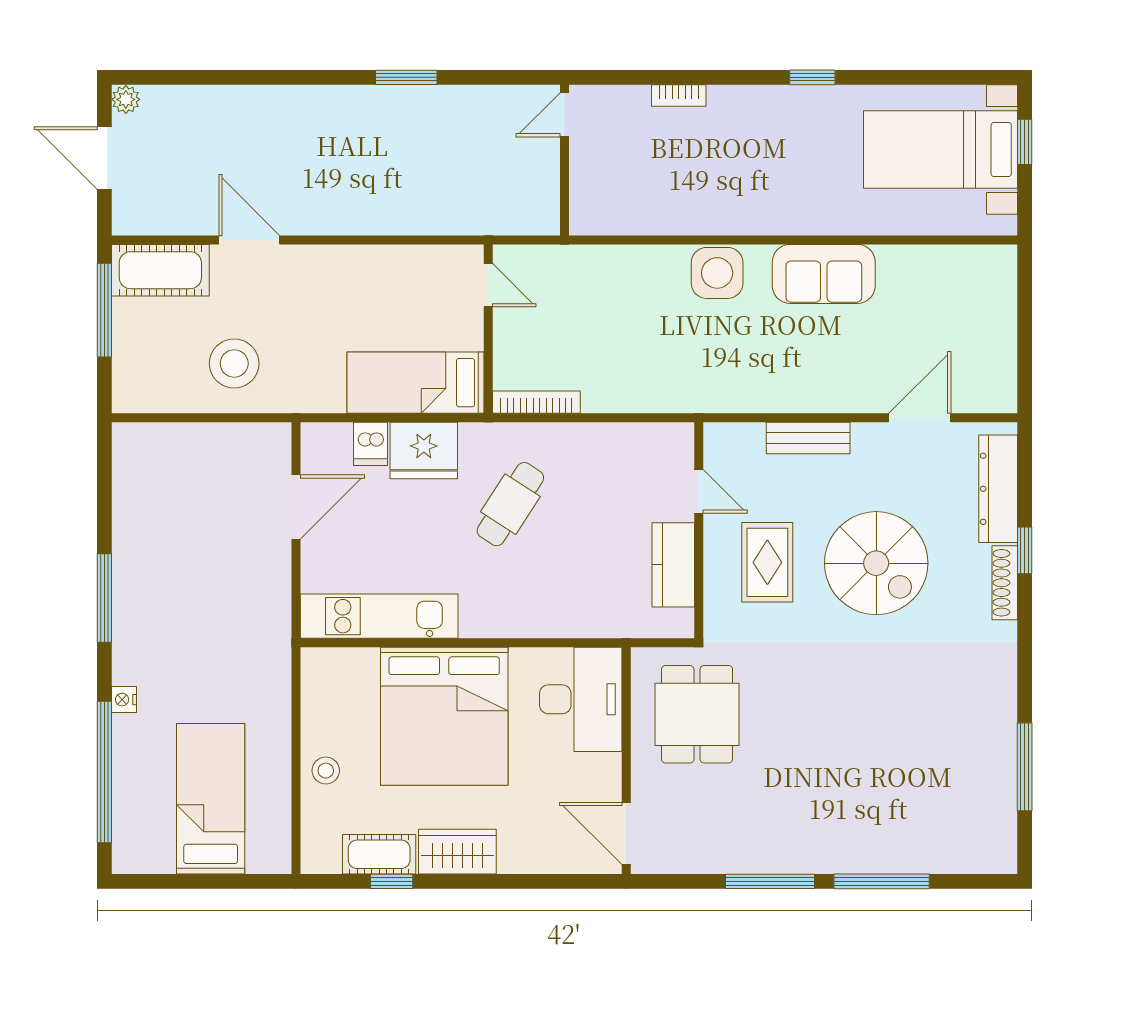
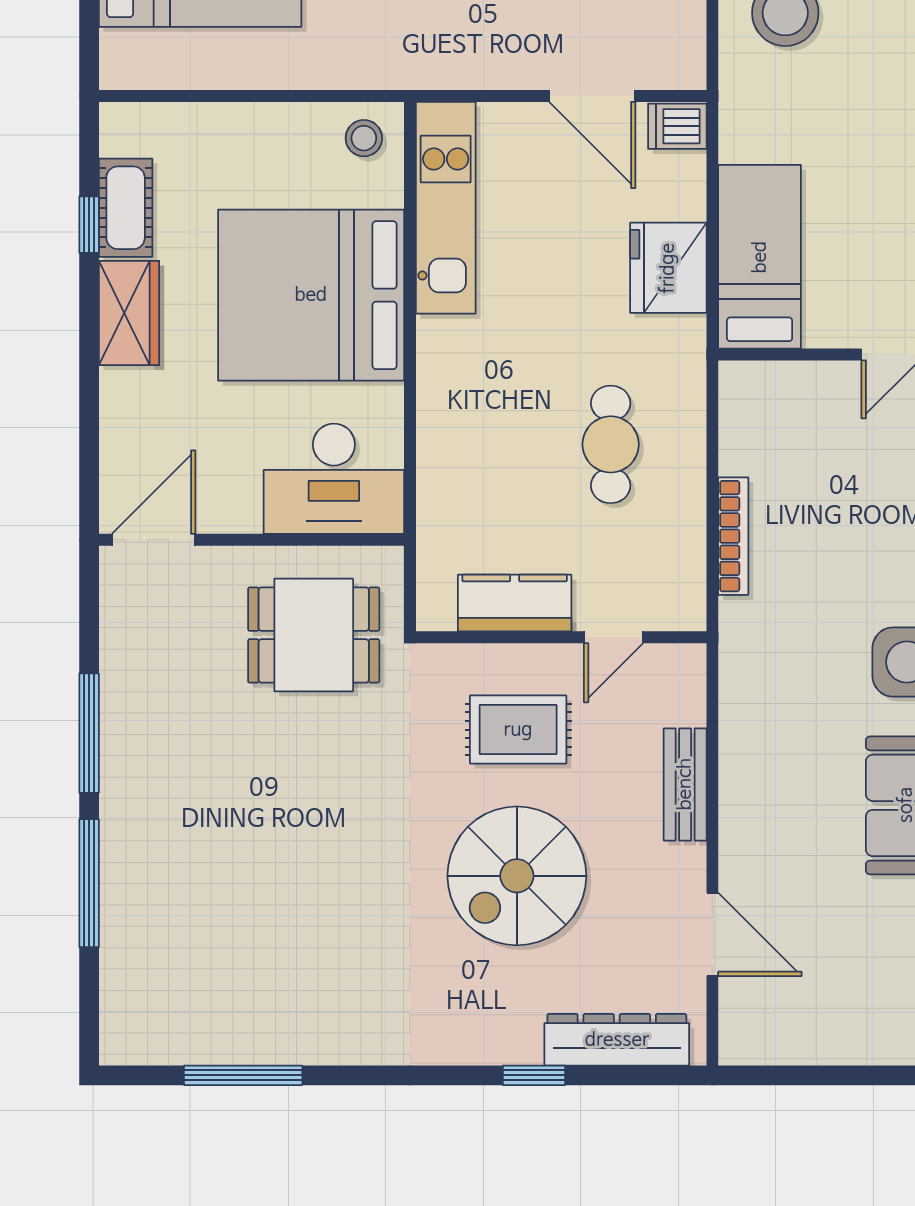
bookcase: (536, 402) -> (733, 536), moved
dishwasher: (370, 444) -> (677, 126), moved
cafe table: (510, 504) -> (611, 444), moved, turned 57
shoe rack: (1005, 583) -> (491, 1049), removed
stool: (326, 771) -> (364, 138), moved

